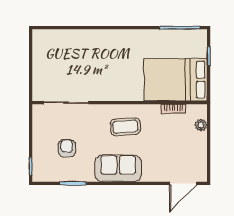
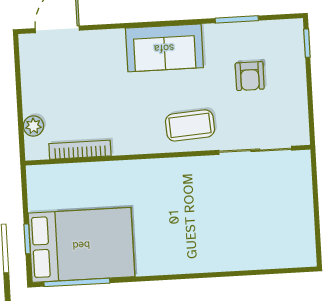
bed: (176, 80) -> (81, 245), moved
bookcase: (173, 109) -> (80, 150), width x1.56
coffee table: (125, 127) -> (190, 125), moved

